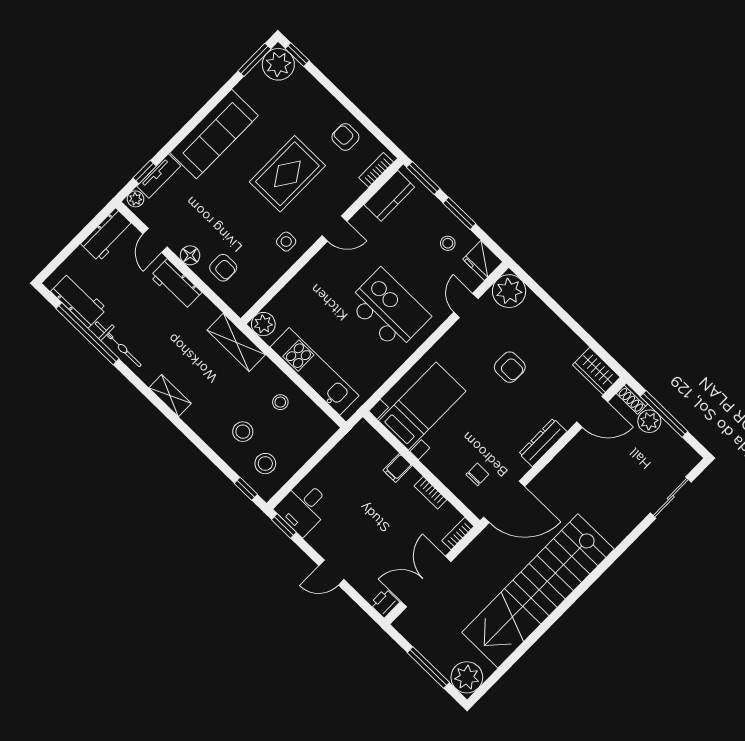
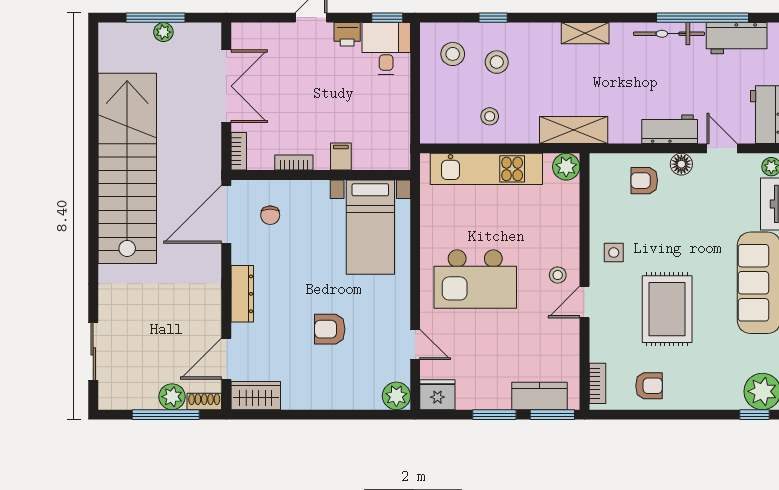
kitchen counter: (389, 196) -> (539, 396), moved, turned 90
stool: (448, 243) -> (558, 275), moved
plant: (509, 291) -> (396, 396), width x0.73, depth x0.73
window: (246, 489) -> (493, 18), moved
printer: (385, 603) -> (347, 34), moved, turned 90
plant: (467, 677) -> (163, 32), moved, width x0.53, depth x0.53

